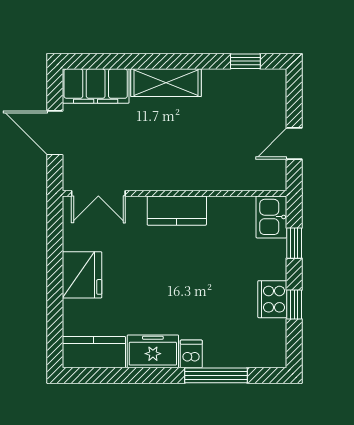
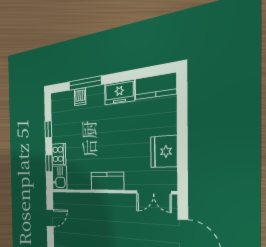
double door: (98, 193) -> (154, 192), swing flipped
fridge: (82, 275) -> (164, 152), moved
cooker: (272, 299) -> (59, 154), moved
dishwasher: (191, 354) -> (80, 97), moved

